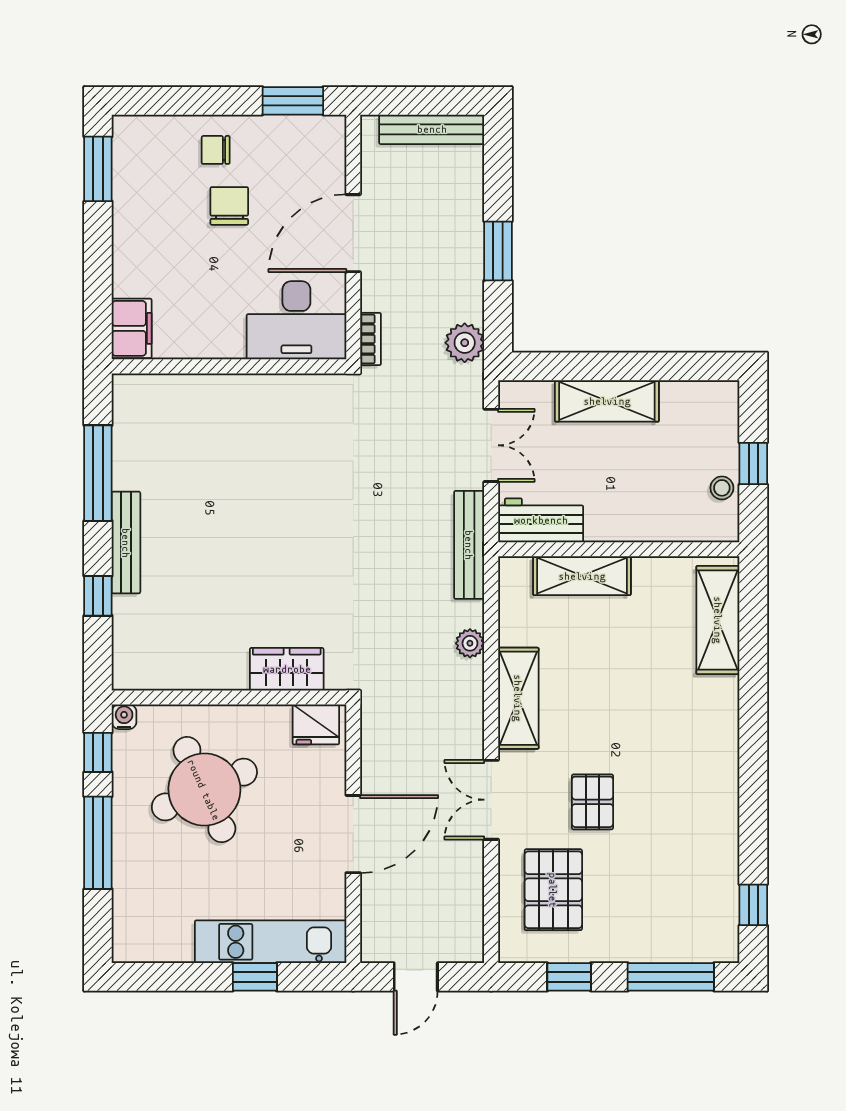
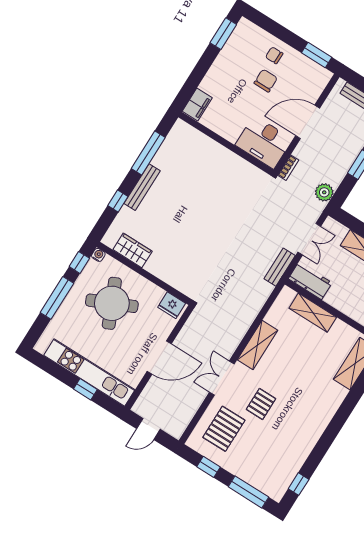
bench: (469, 545) -> (280, 267), width x0.73
plant: (470, 643) -> (252, 312), removed
wardrobe: (287, 669) -> (133, 250), moved
kitchen unit: (271, 942) -> (89, 373), width x1.36

